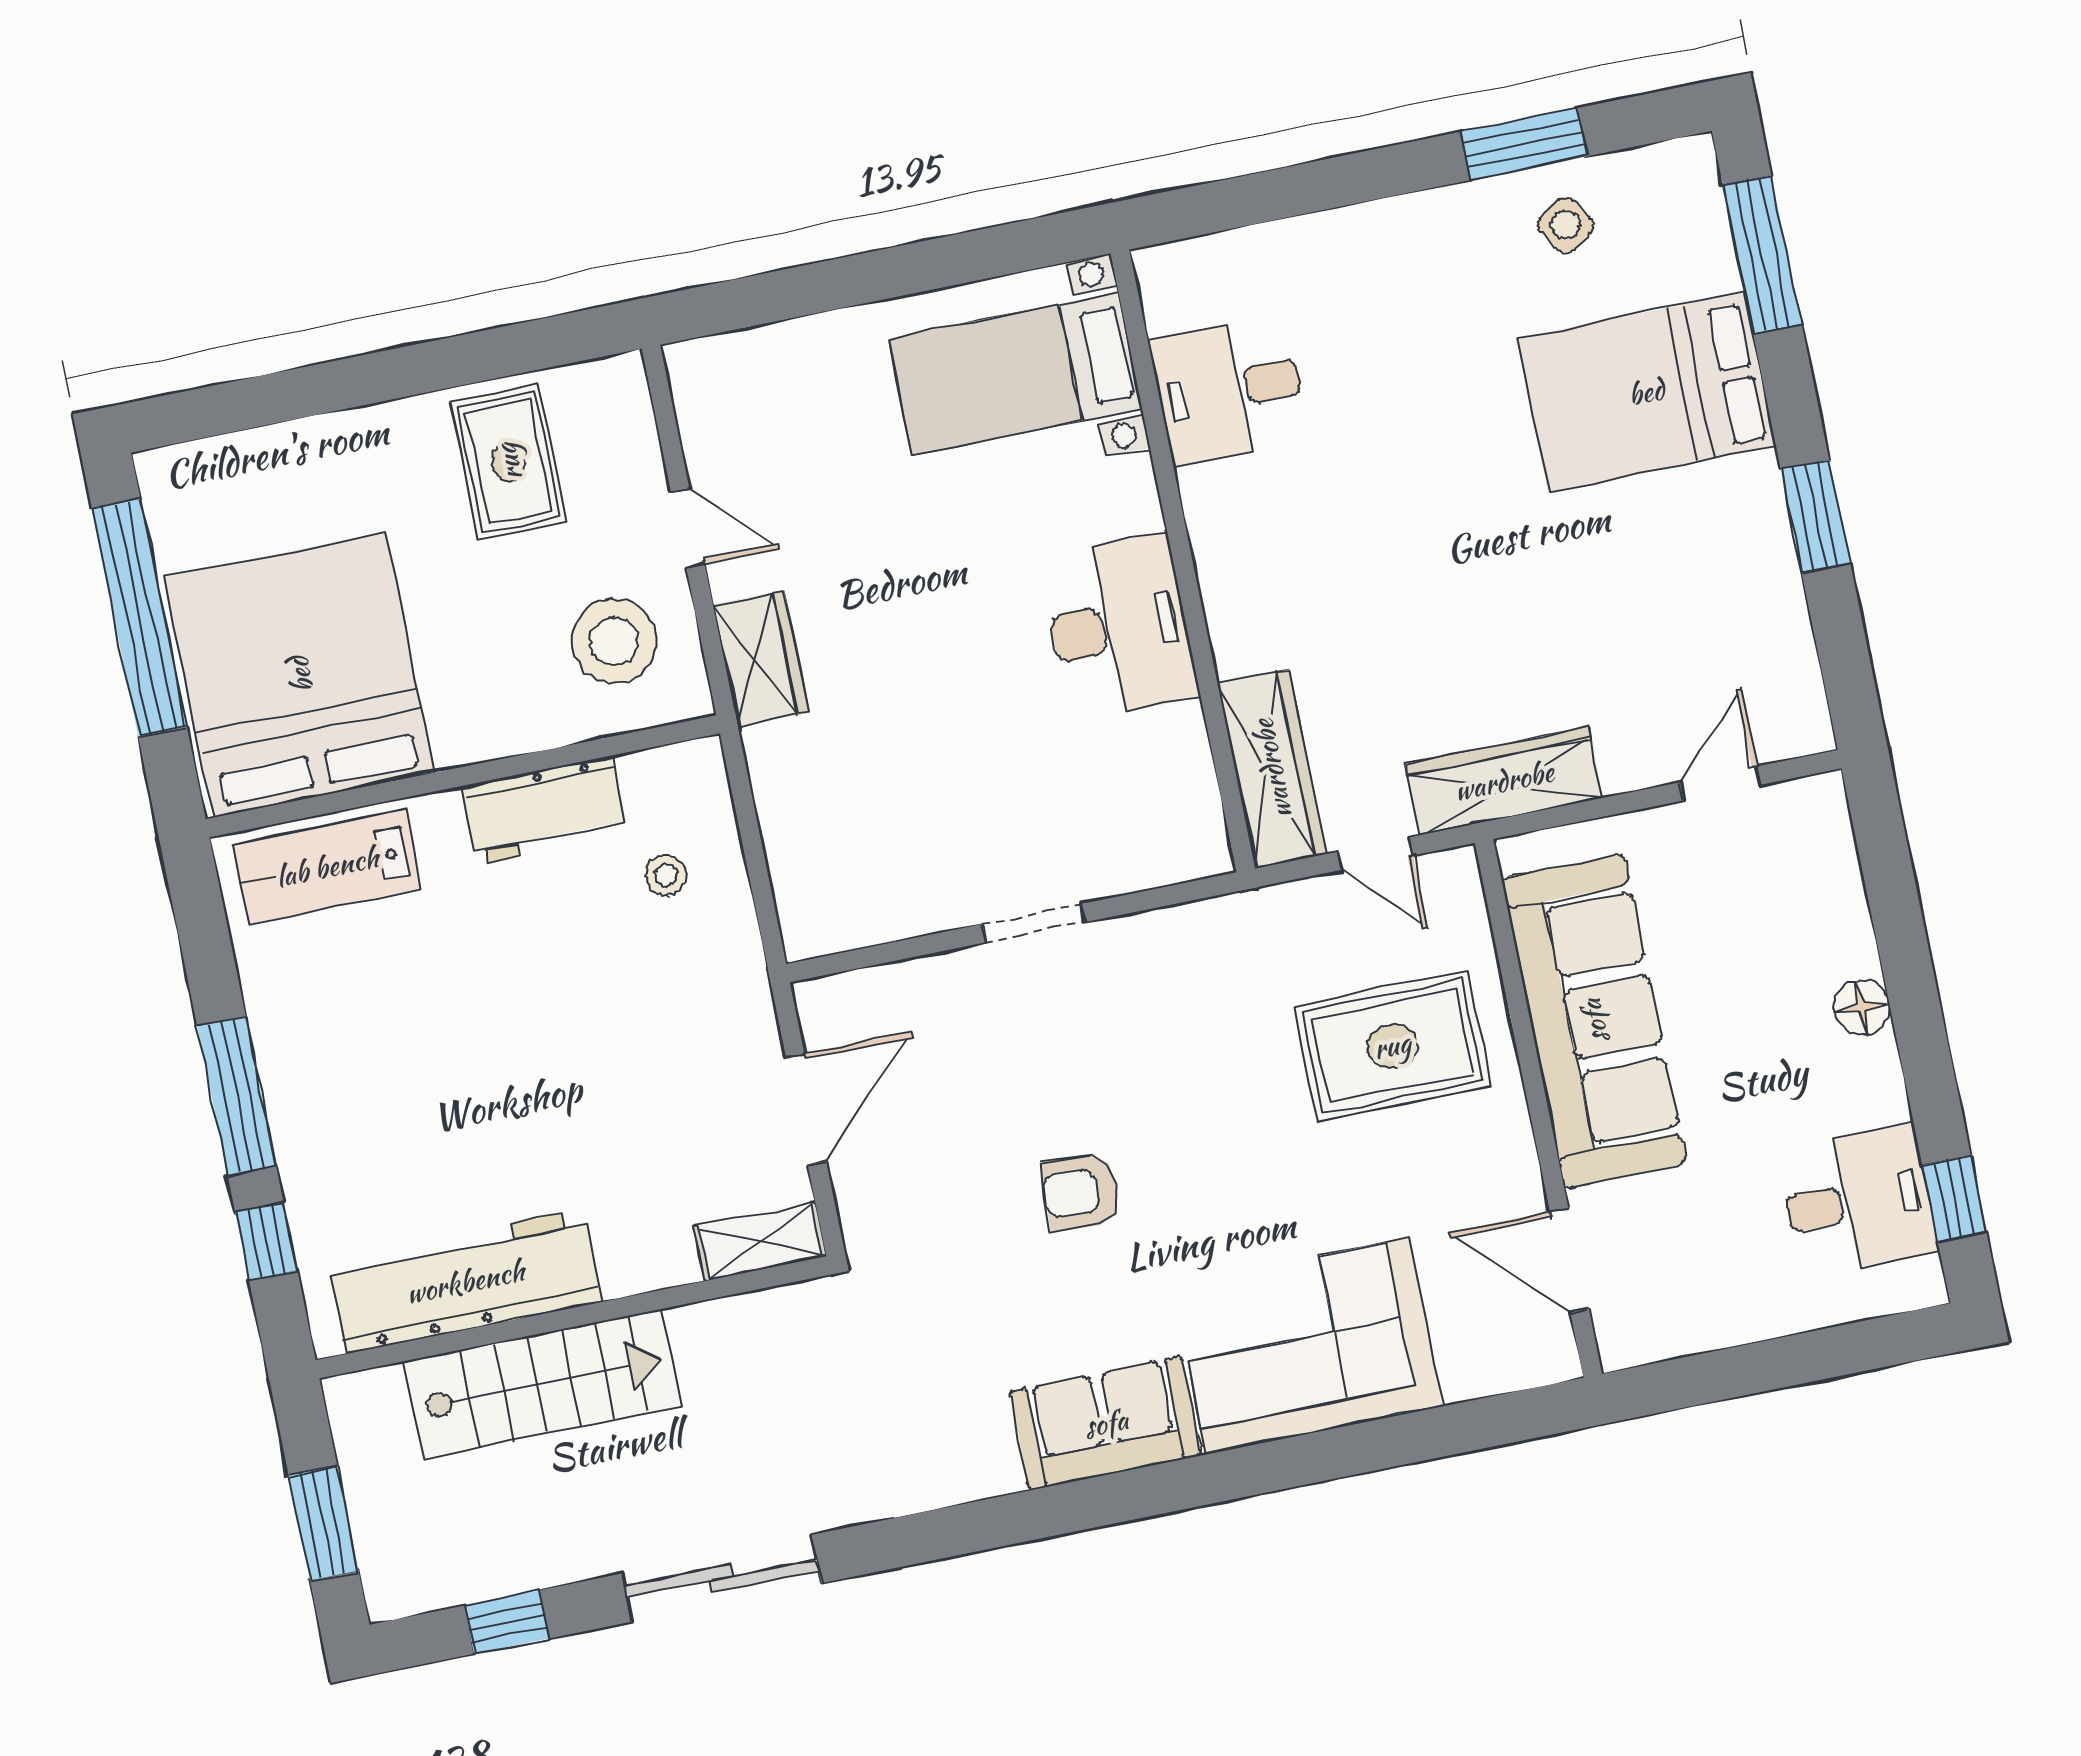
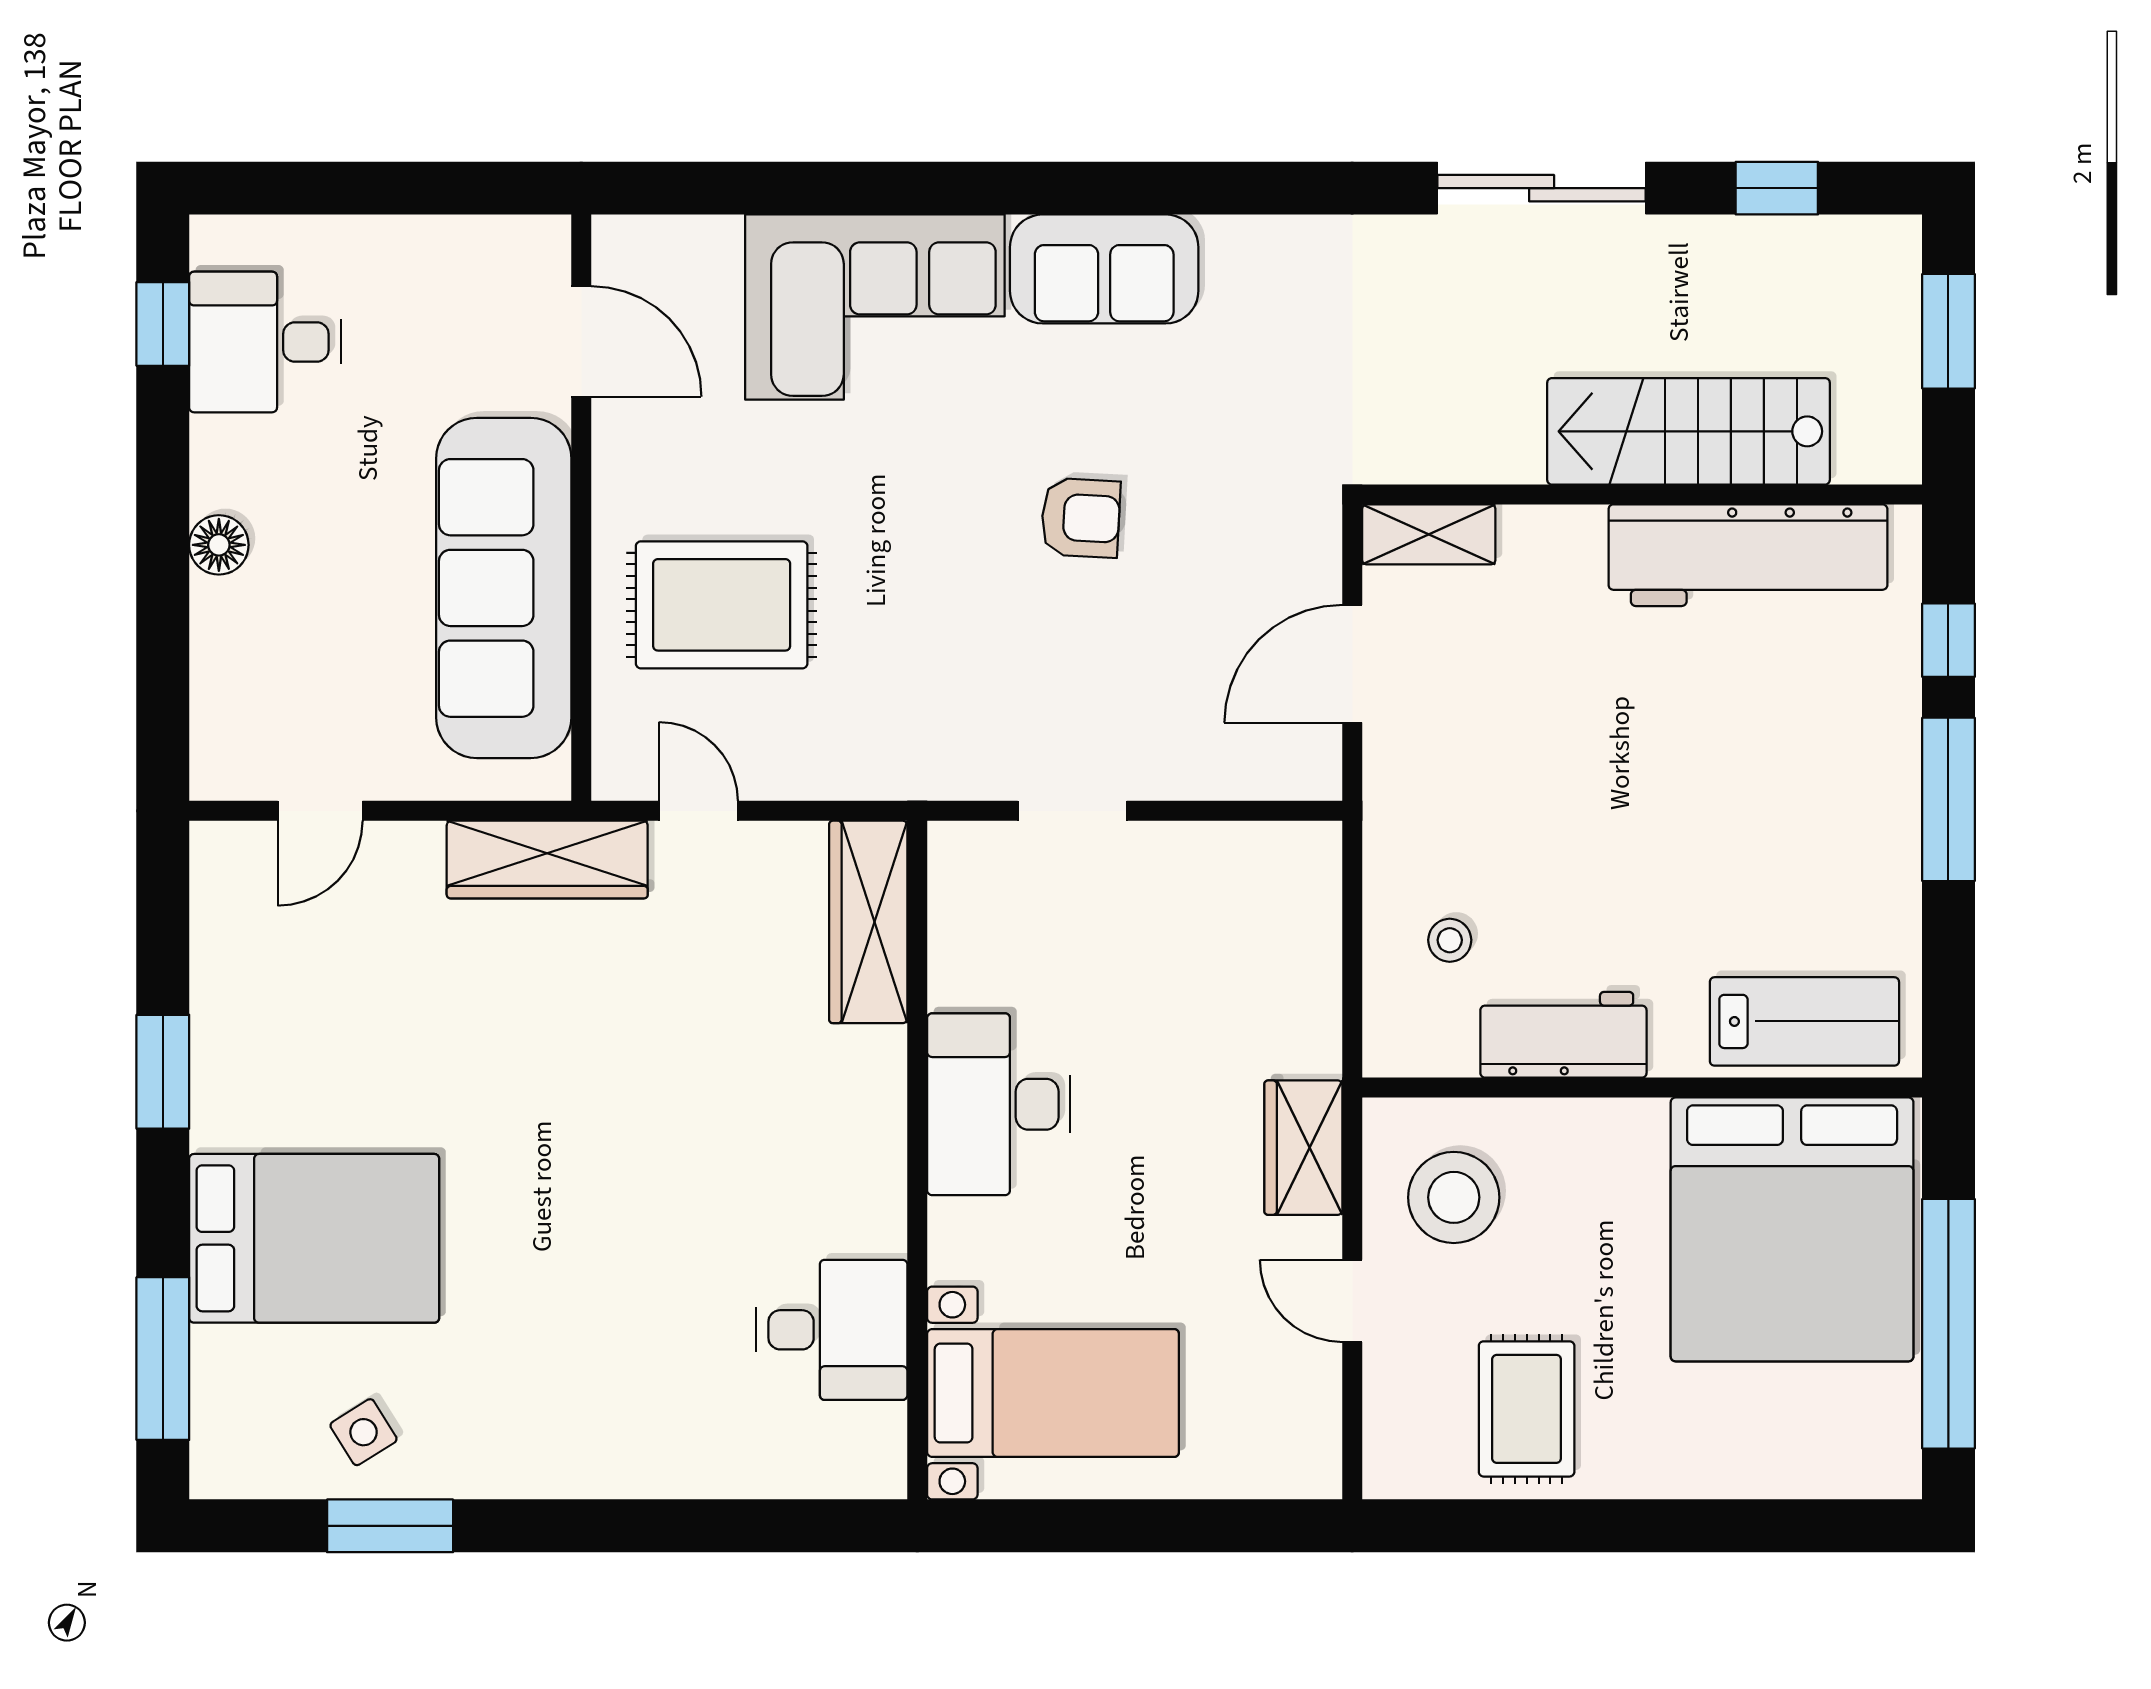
bed with nightstands: (1016, 374) -> (1053, 1393), moved
desk: (1229, 390) -> (832, 1330), moved
wall: (1183, 561) -> (917, 1160), moved
desk: (1119, 627) -> (999, 1104), moved
wardrobe: (1272, 769) -> (868, 922), moved

